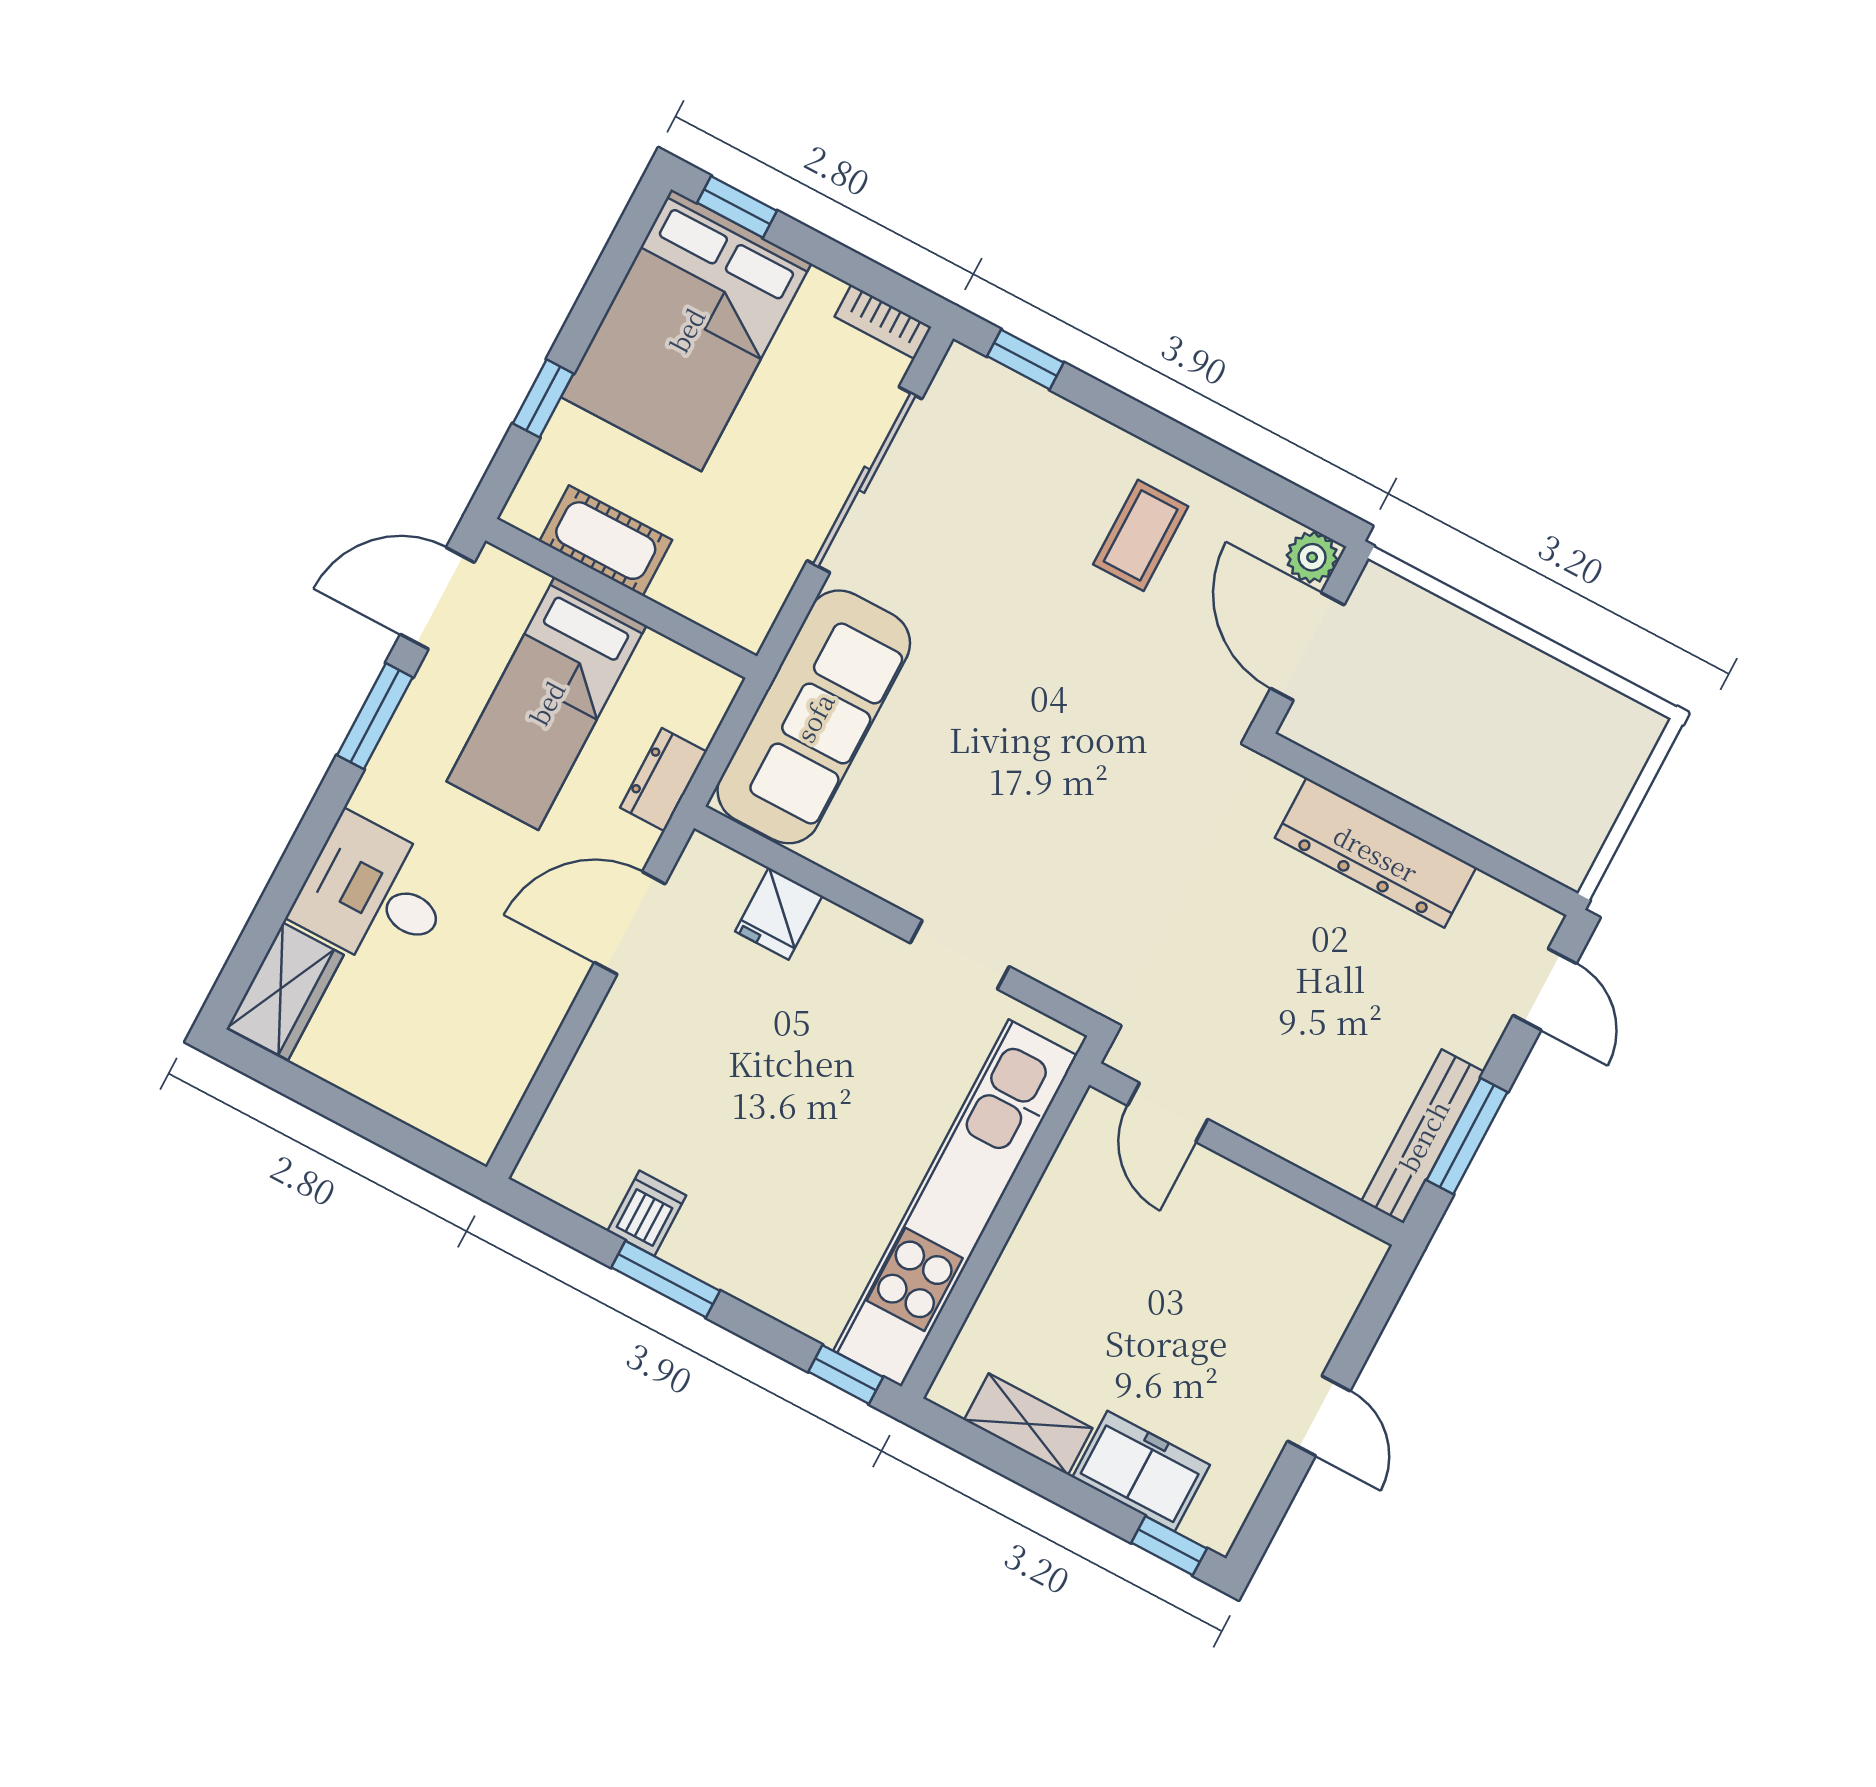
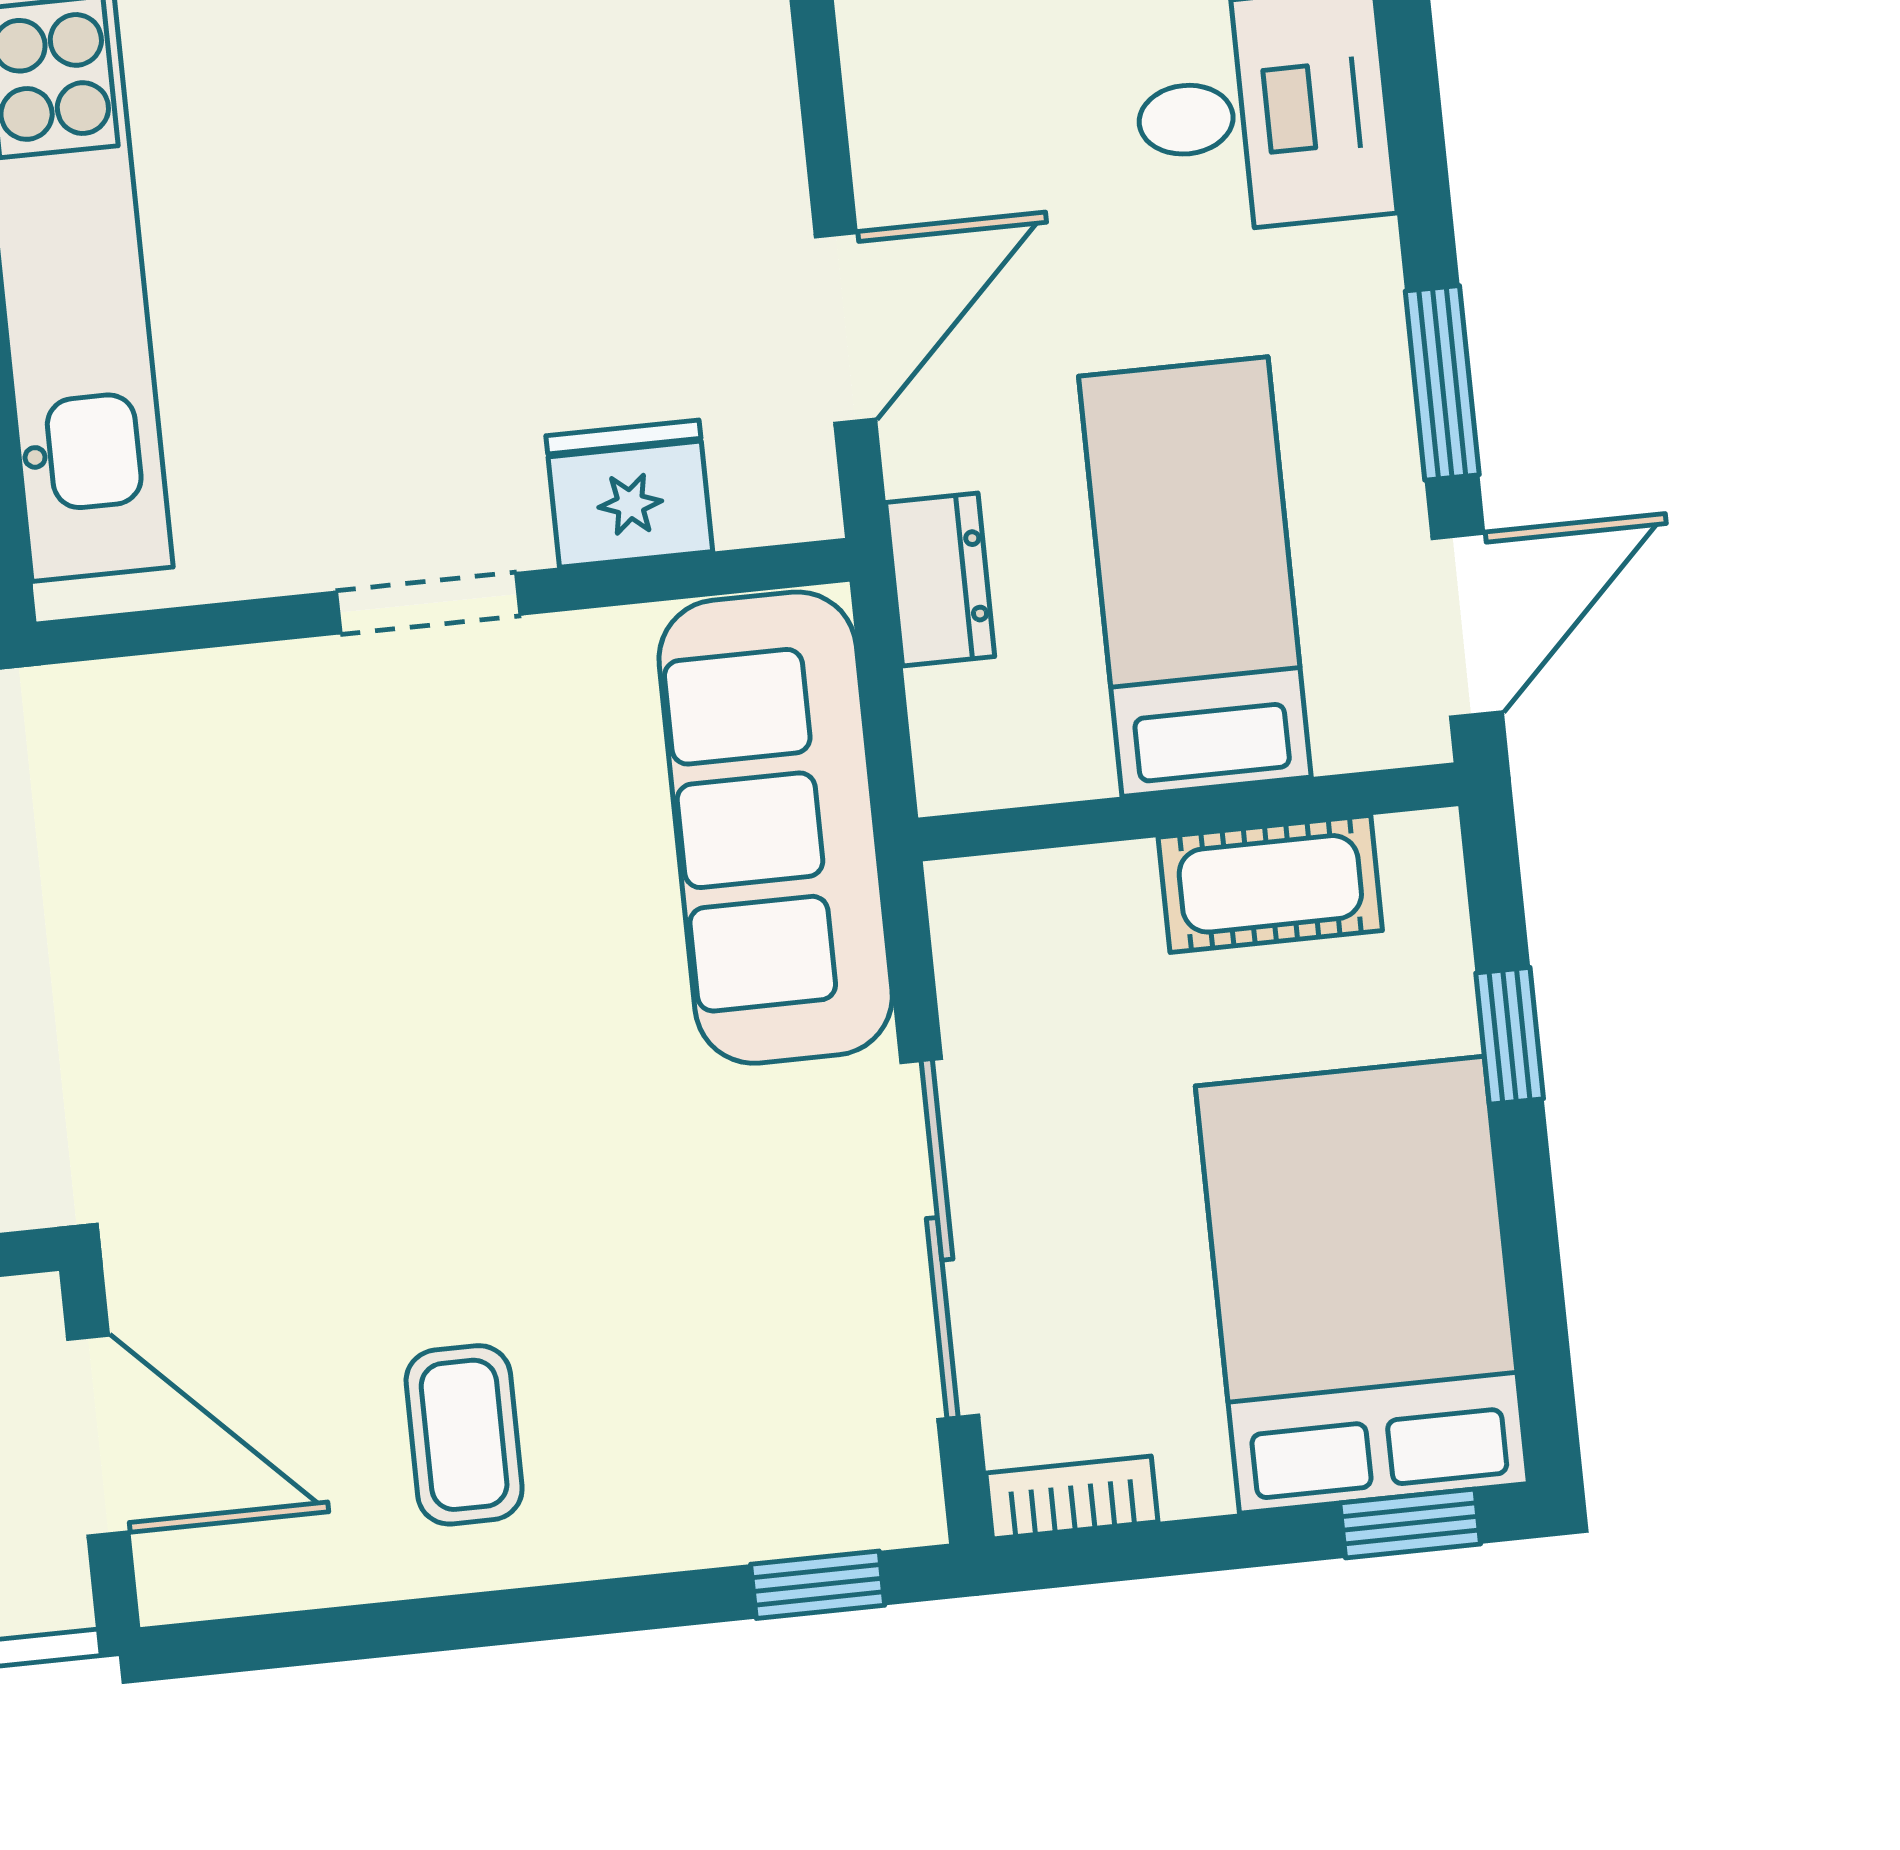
plant: (1312, 557) -> (182, 1576), removed
fridge: (779, 913) -> (629, 494), width x1.38
doorway: (960, 955) -> (428, 603), moved

